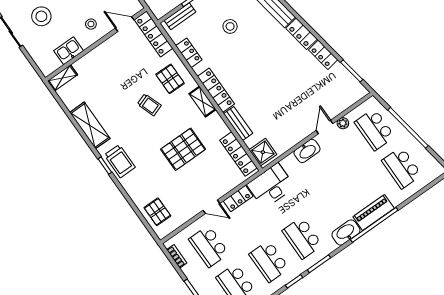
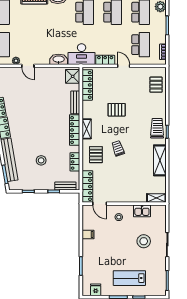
door: (325, 127) -> (28, 66), hinge flipped
pallet: (183, 149) -> (117, 110), width x0.67, depth x0.71
washbasin: (307, 151) -> (59, 59), moved

